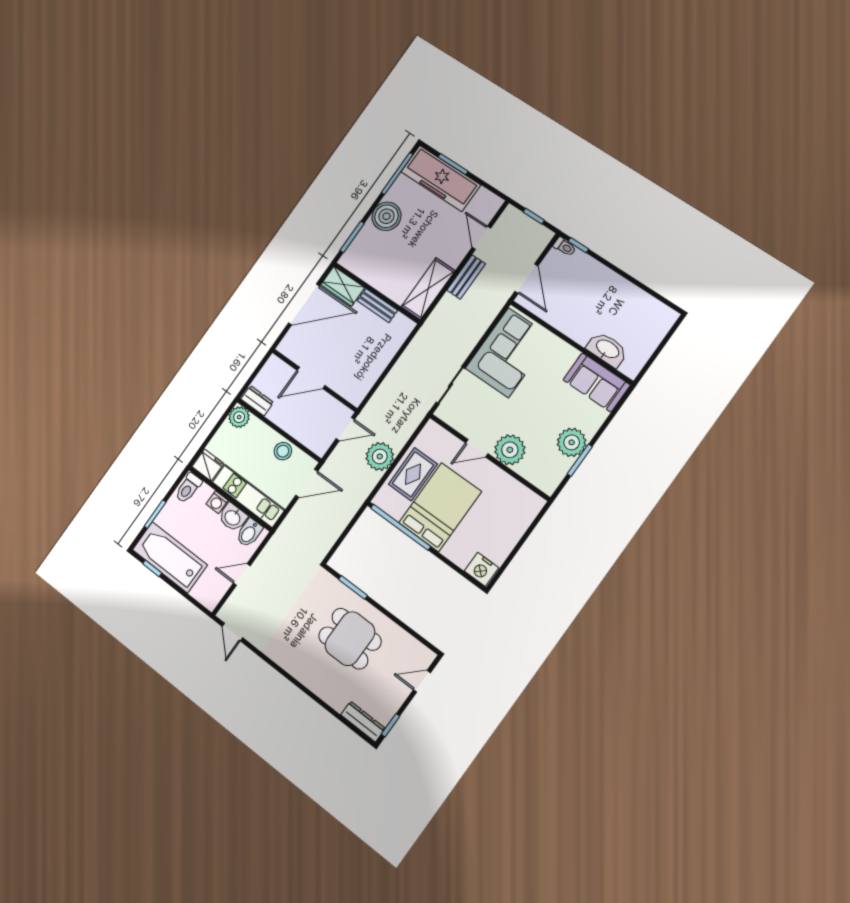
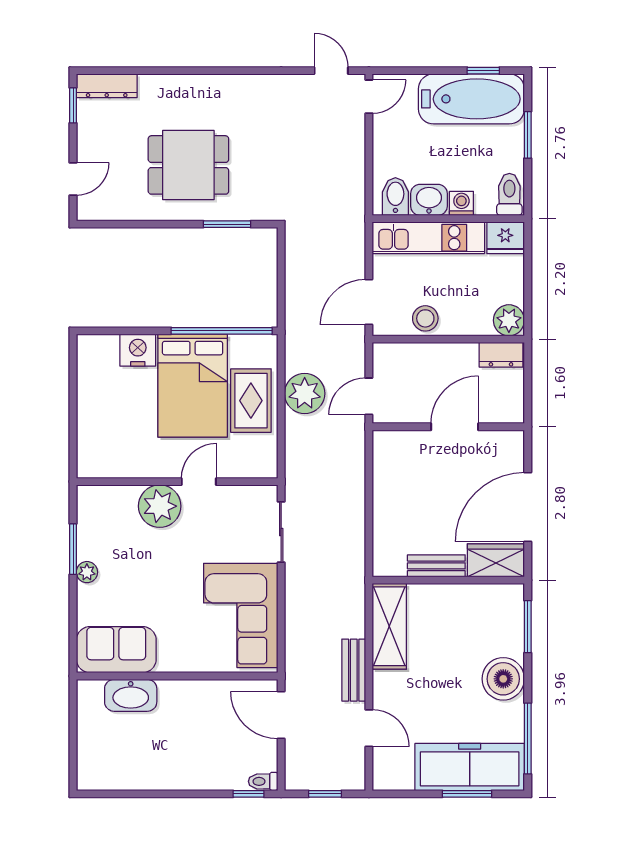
plant: (572, 442) -> (87, 572), width x0.53, depth x0.53
nightstand: (481, 569) -> (138, 350), moved
door: (242, 575) -> (369, 97), moved

